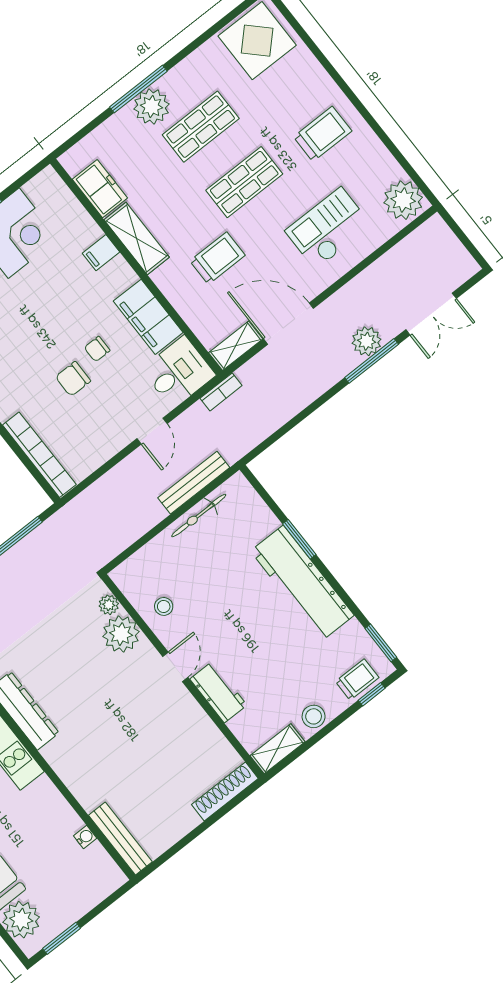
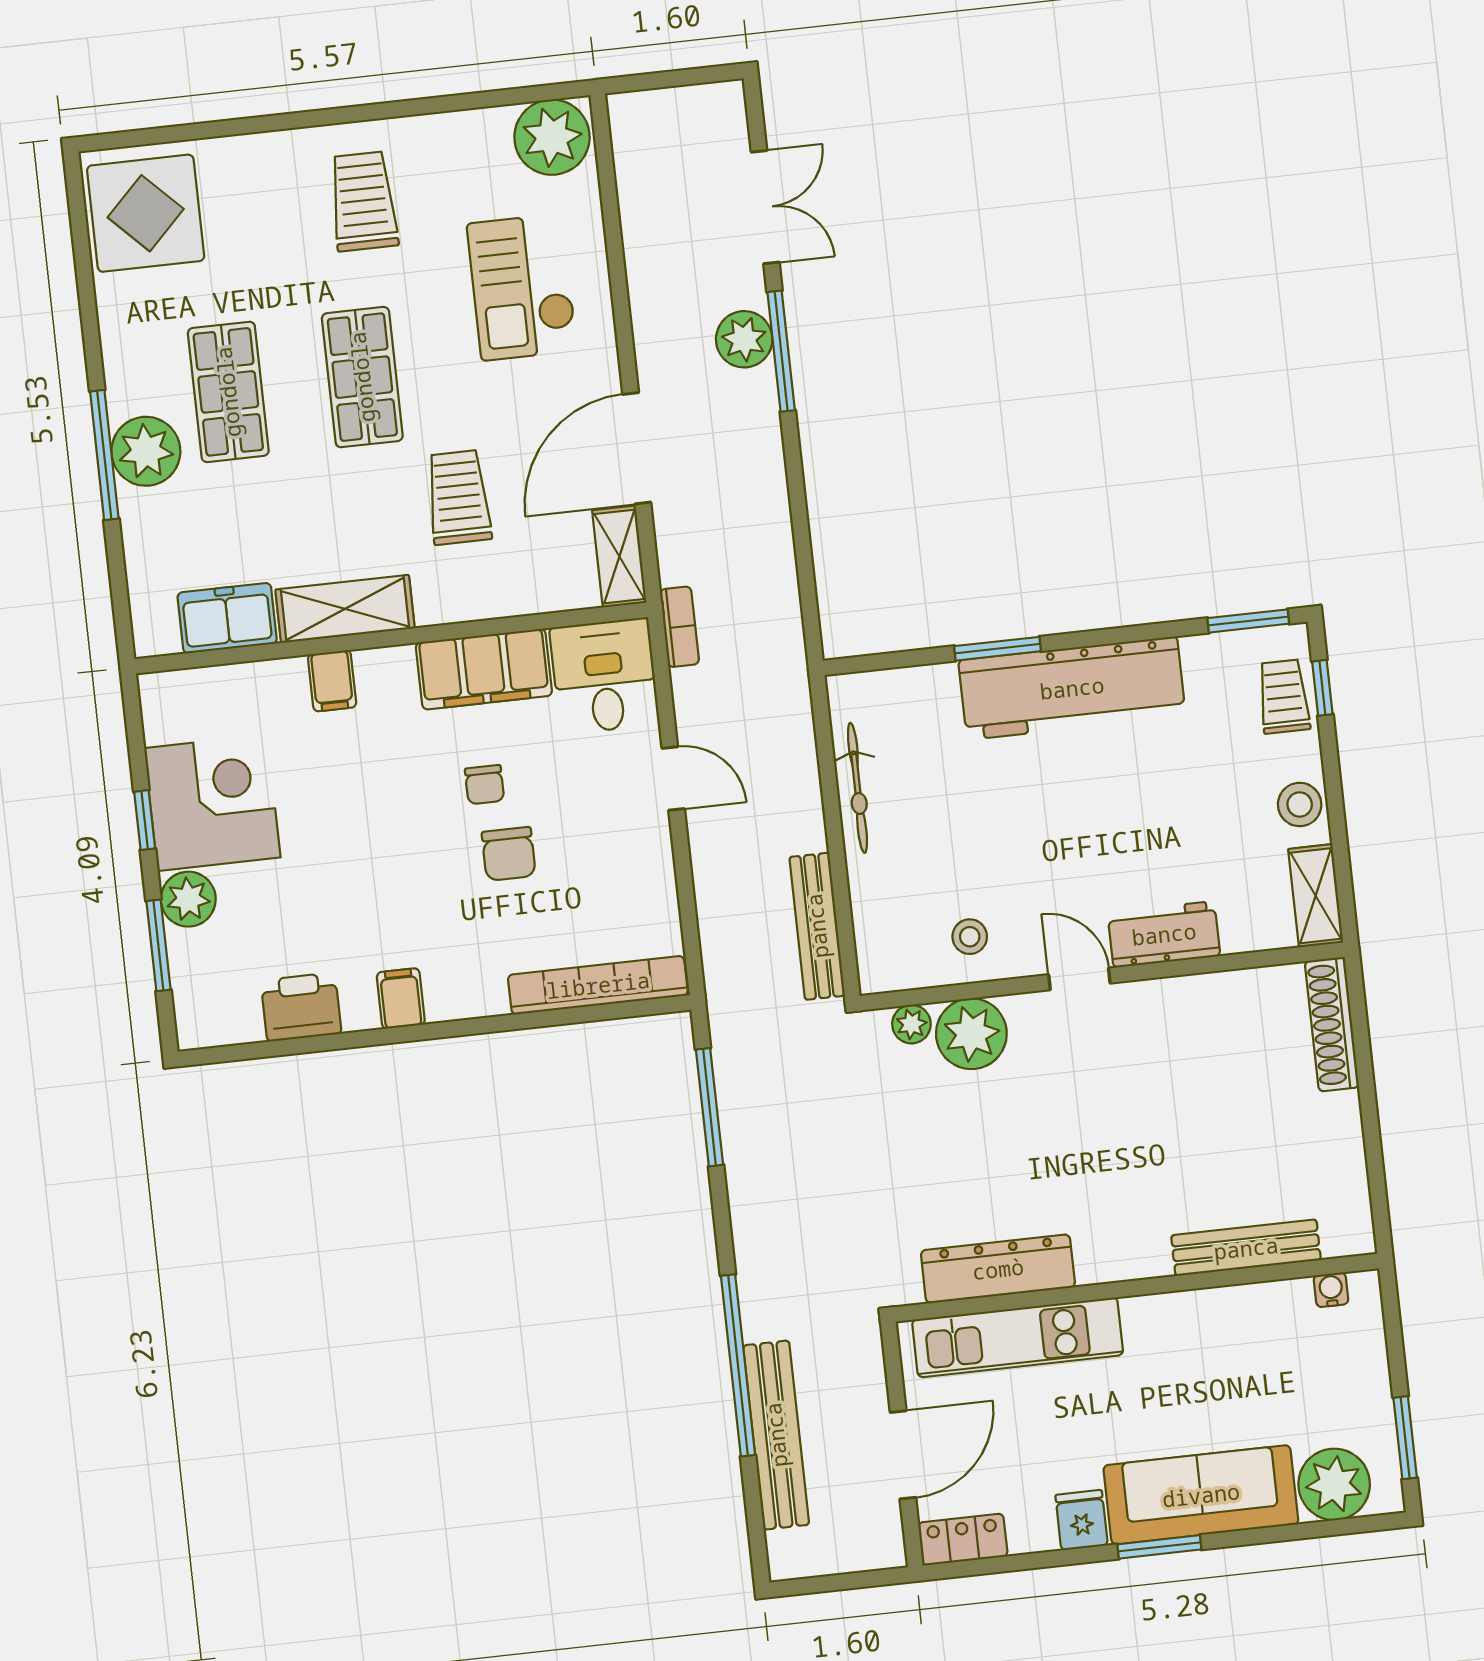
bench: (194, 483) -> (817, 926), moved
water cooler: (85, 837) -> (1331, 1290), moved
bench: (120, 839) -> (1246, 1248), moved

